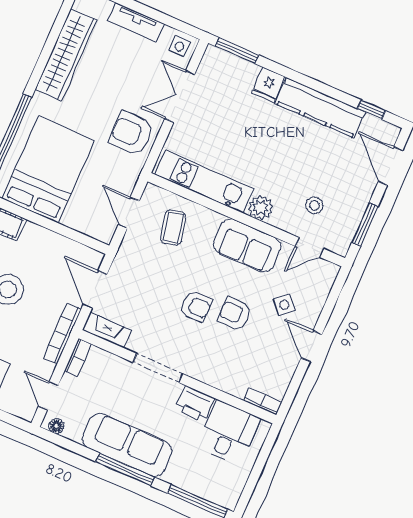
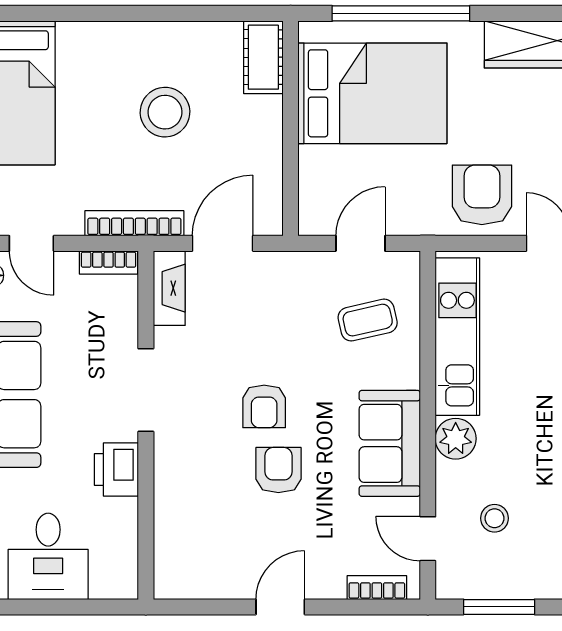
side table: (284, 305) -> (325, 539), removed
door: (48, 396) -> (31, 243), swing flipped
bookcase: (263, 401) -> (377, 588), moved, turned -90
desk: (228, 433) -> (48, 556), moved, turned 90

